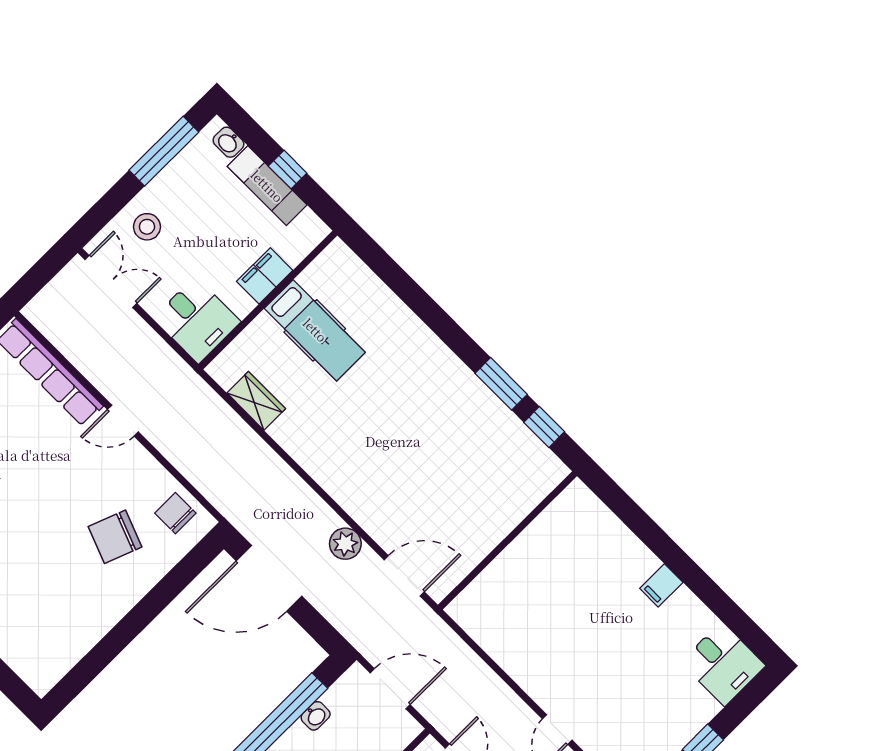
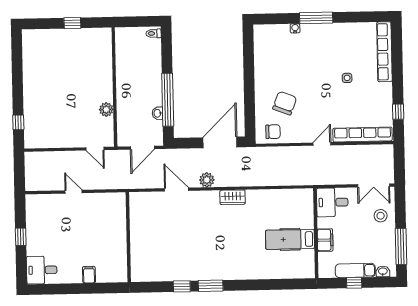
wardrobe: (256, 401) -> (233, 197), moved
wall: (507, 540) -> (128, 237), moved
door: (404, 576) -> (176, 190), swing flipped

